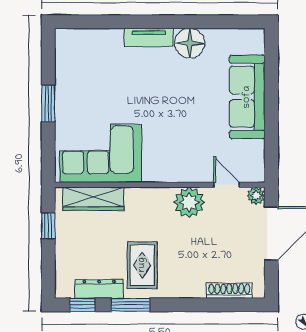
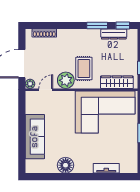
tv unit: (149, 37) -> (106, 168), moved
corner sofa: (101, 153) -> (105, 112), width x1.36, depth x1.36
door: (227, 185) -> (46, 90), swing flipped
rug: (142, 265) -> (84, 69), moved

